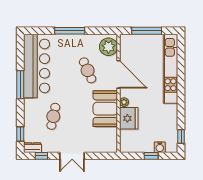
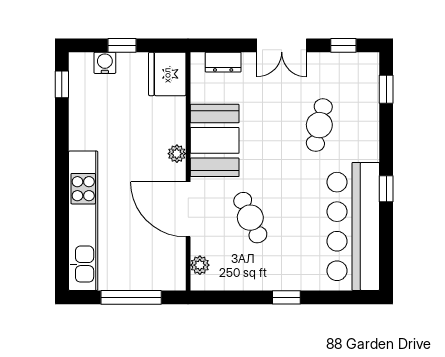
window: (70, 31) -> (286, 297), width x0.46
plant: (108, 47) -> (200, 265), width x0.53, depth x0.53
window: (20, 85) -> (386, 189), width x0.46
fridge: (129, 118) -> (167, 74), moved
dresser: (32, 148) -> (223, 62), moved
double door: (72, 156) -> (282, 45), swing flipped

